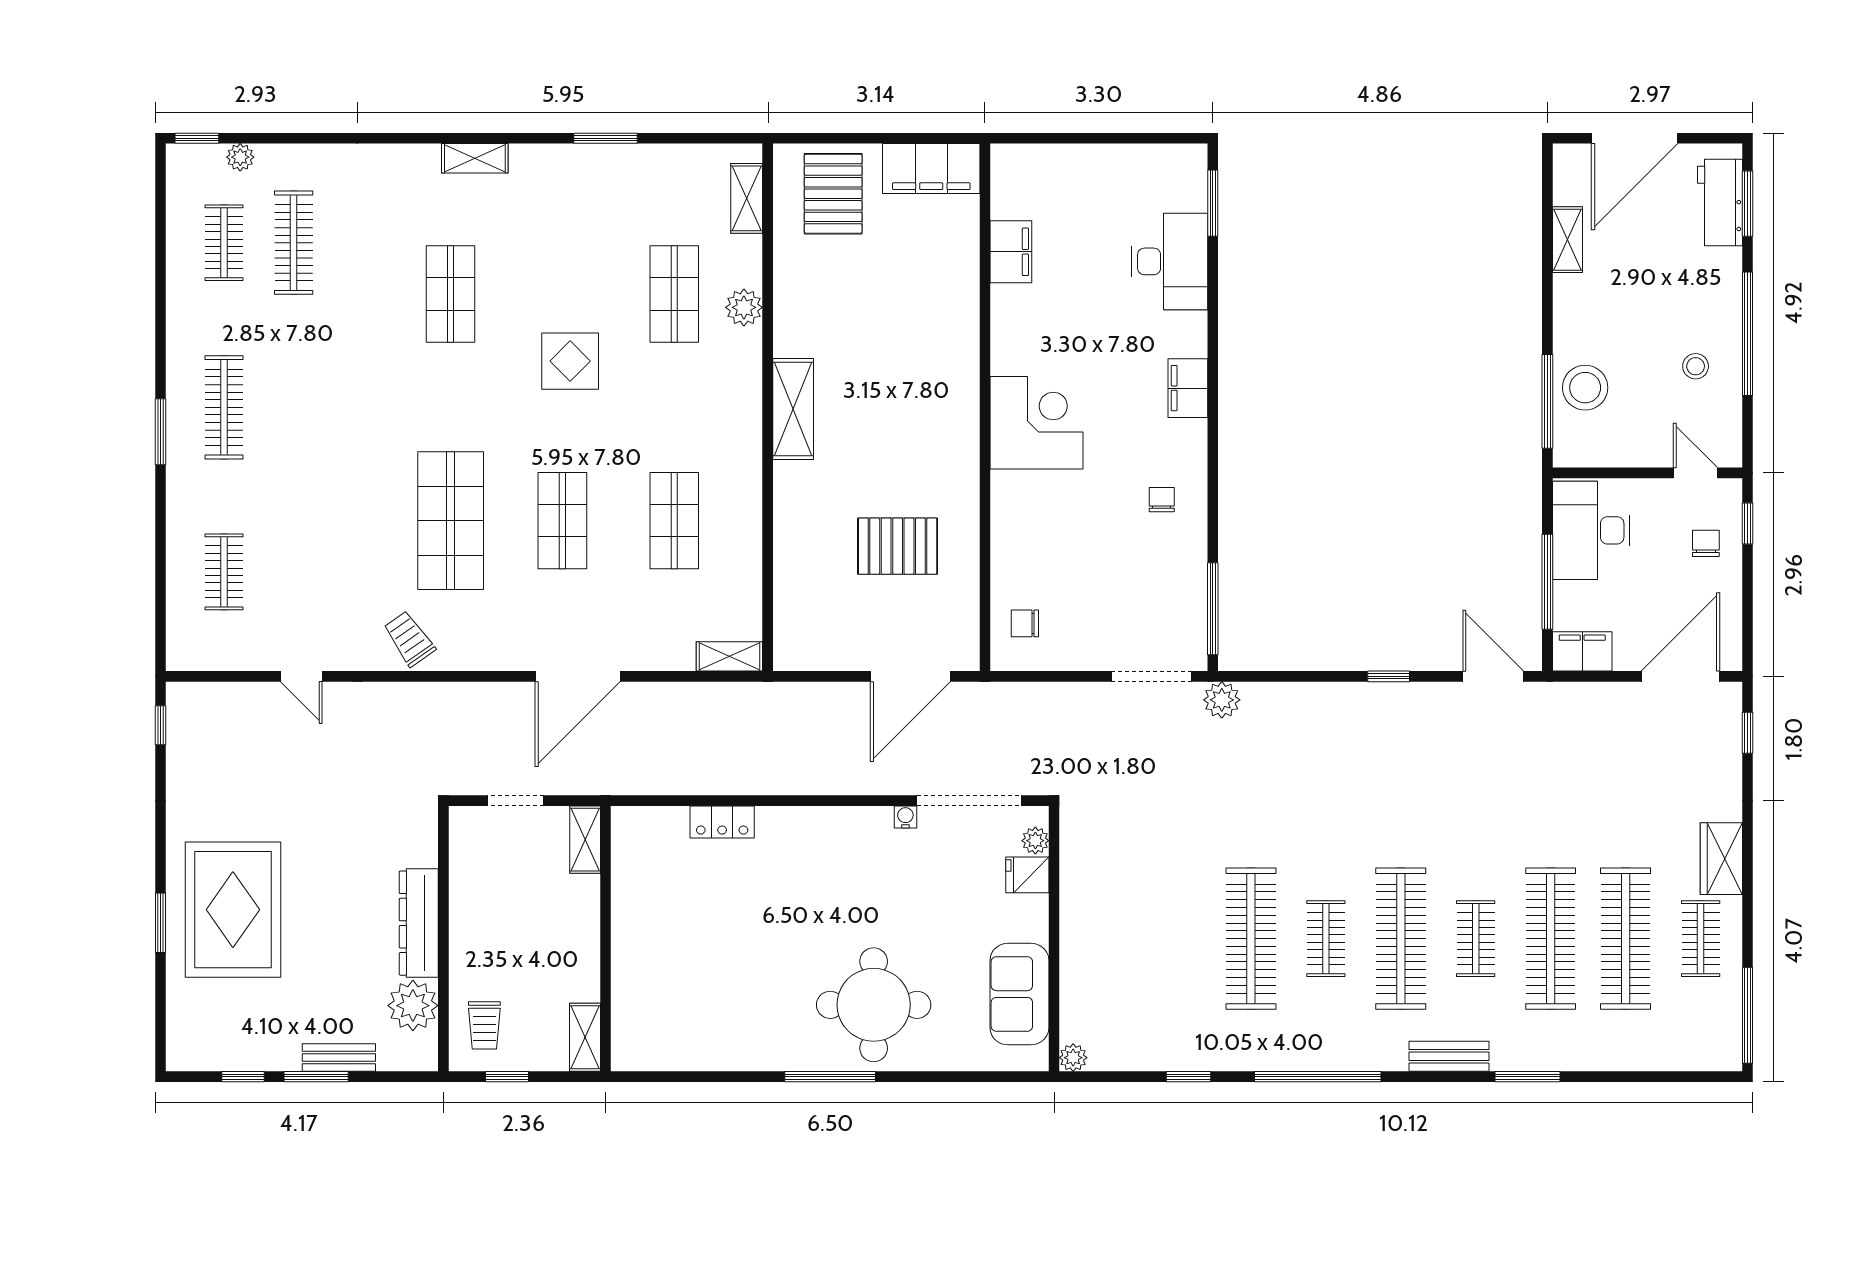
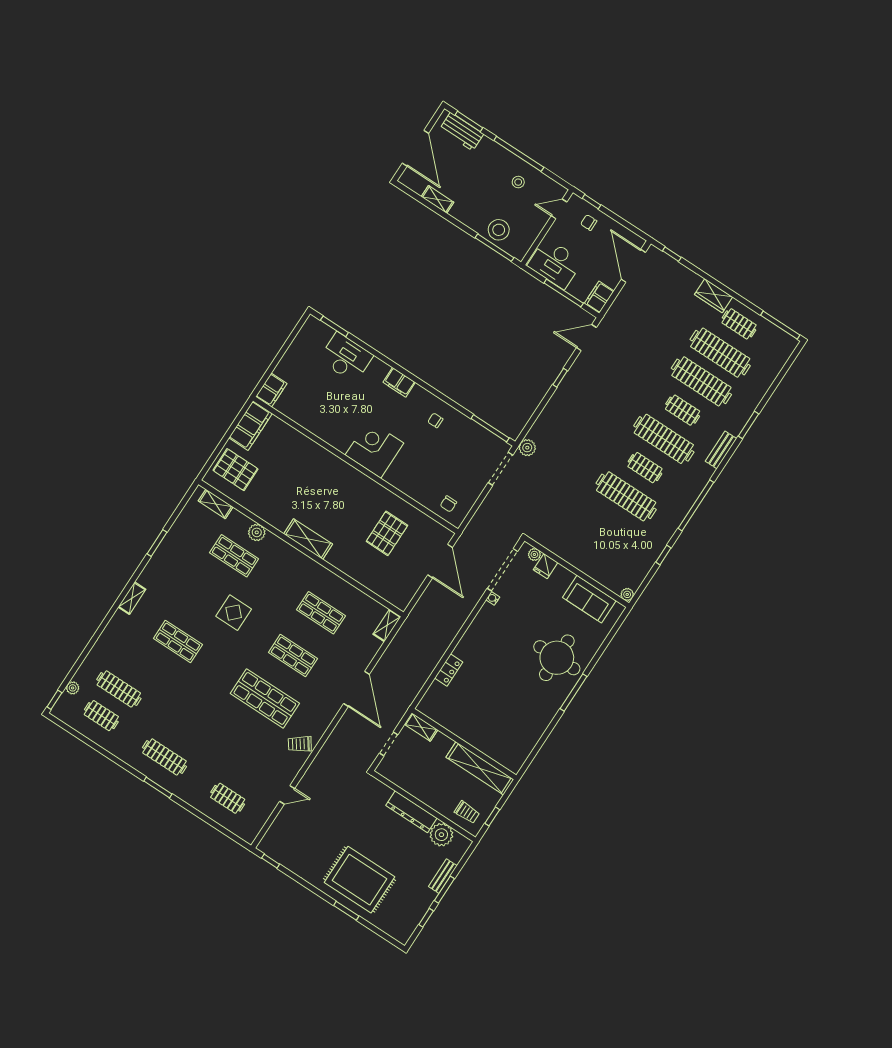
filing cabinet: (1011, 252) -> (271, 390), moved, turned 90
shelving: (585, 1037) -> (480, 768), width x2.20, depth x1.33

